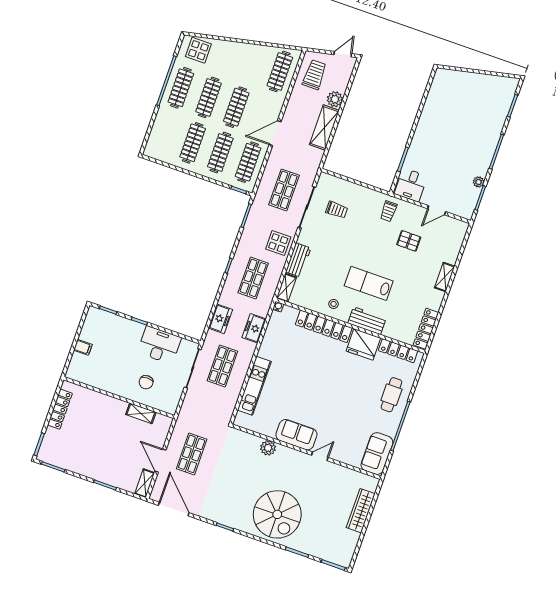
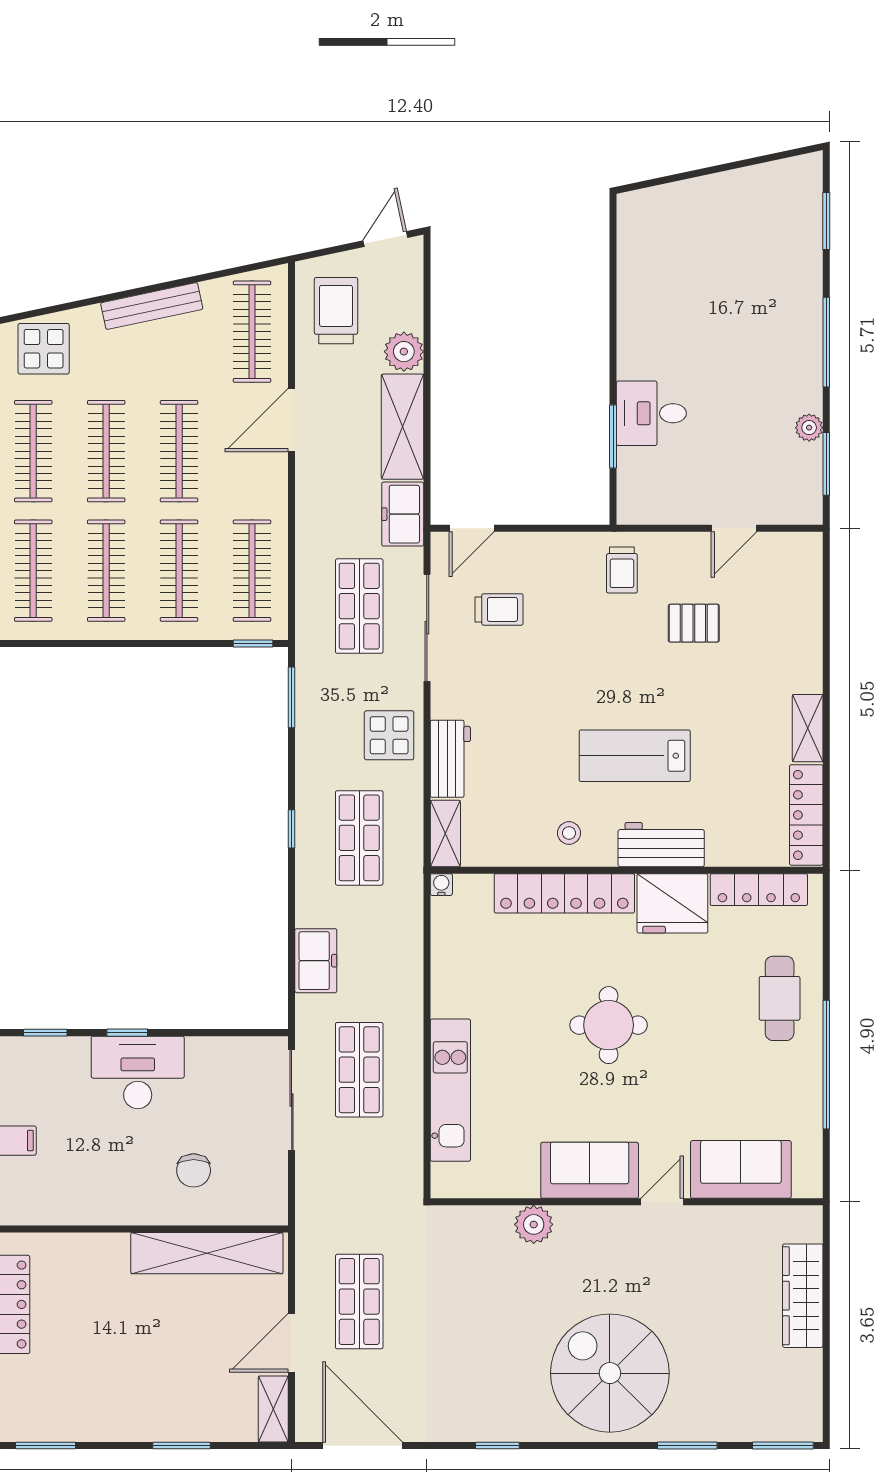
bench: (245, 48) -> (152, 306), added
clothes rail: (165, 133) -> (33, 571), added
door: (275, 133) -> (292, 420), moved
door: (337, 175) -> (472, 528), added
desk: (411, 185) -> (651, 413), moved, turned 90
shelving: (445, 277) -> (808, 728), moved
freezer: (254, 328) -> (403, 514), moved
desk: (159, 345) -> (138, 1072), moved
round table: (323, 382) -> (609, 1025), added
shelving: (141, 413) -> (207, 1253), width x2.20, depth x1.33
sofa: (377, 454) -> (741, 1169), moved, turned 90
door: (160, 461) -> (292, 1343), hinge flipped
spiral stairs: (277, 514) -> (610, 1373), turned 180

